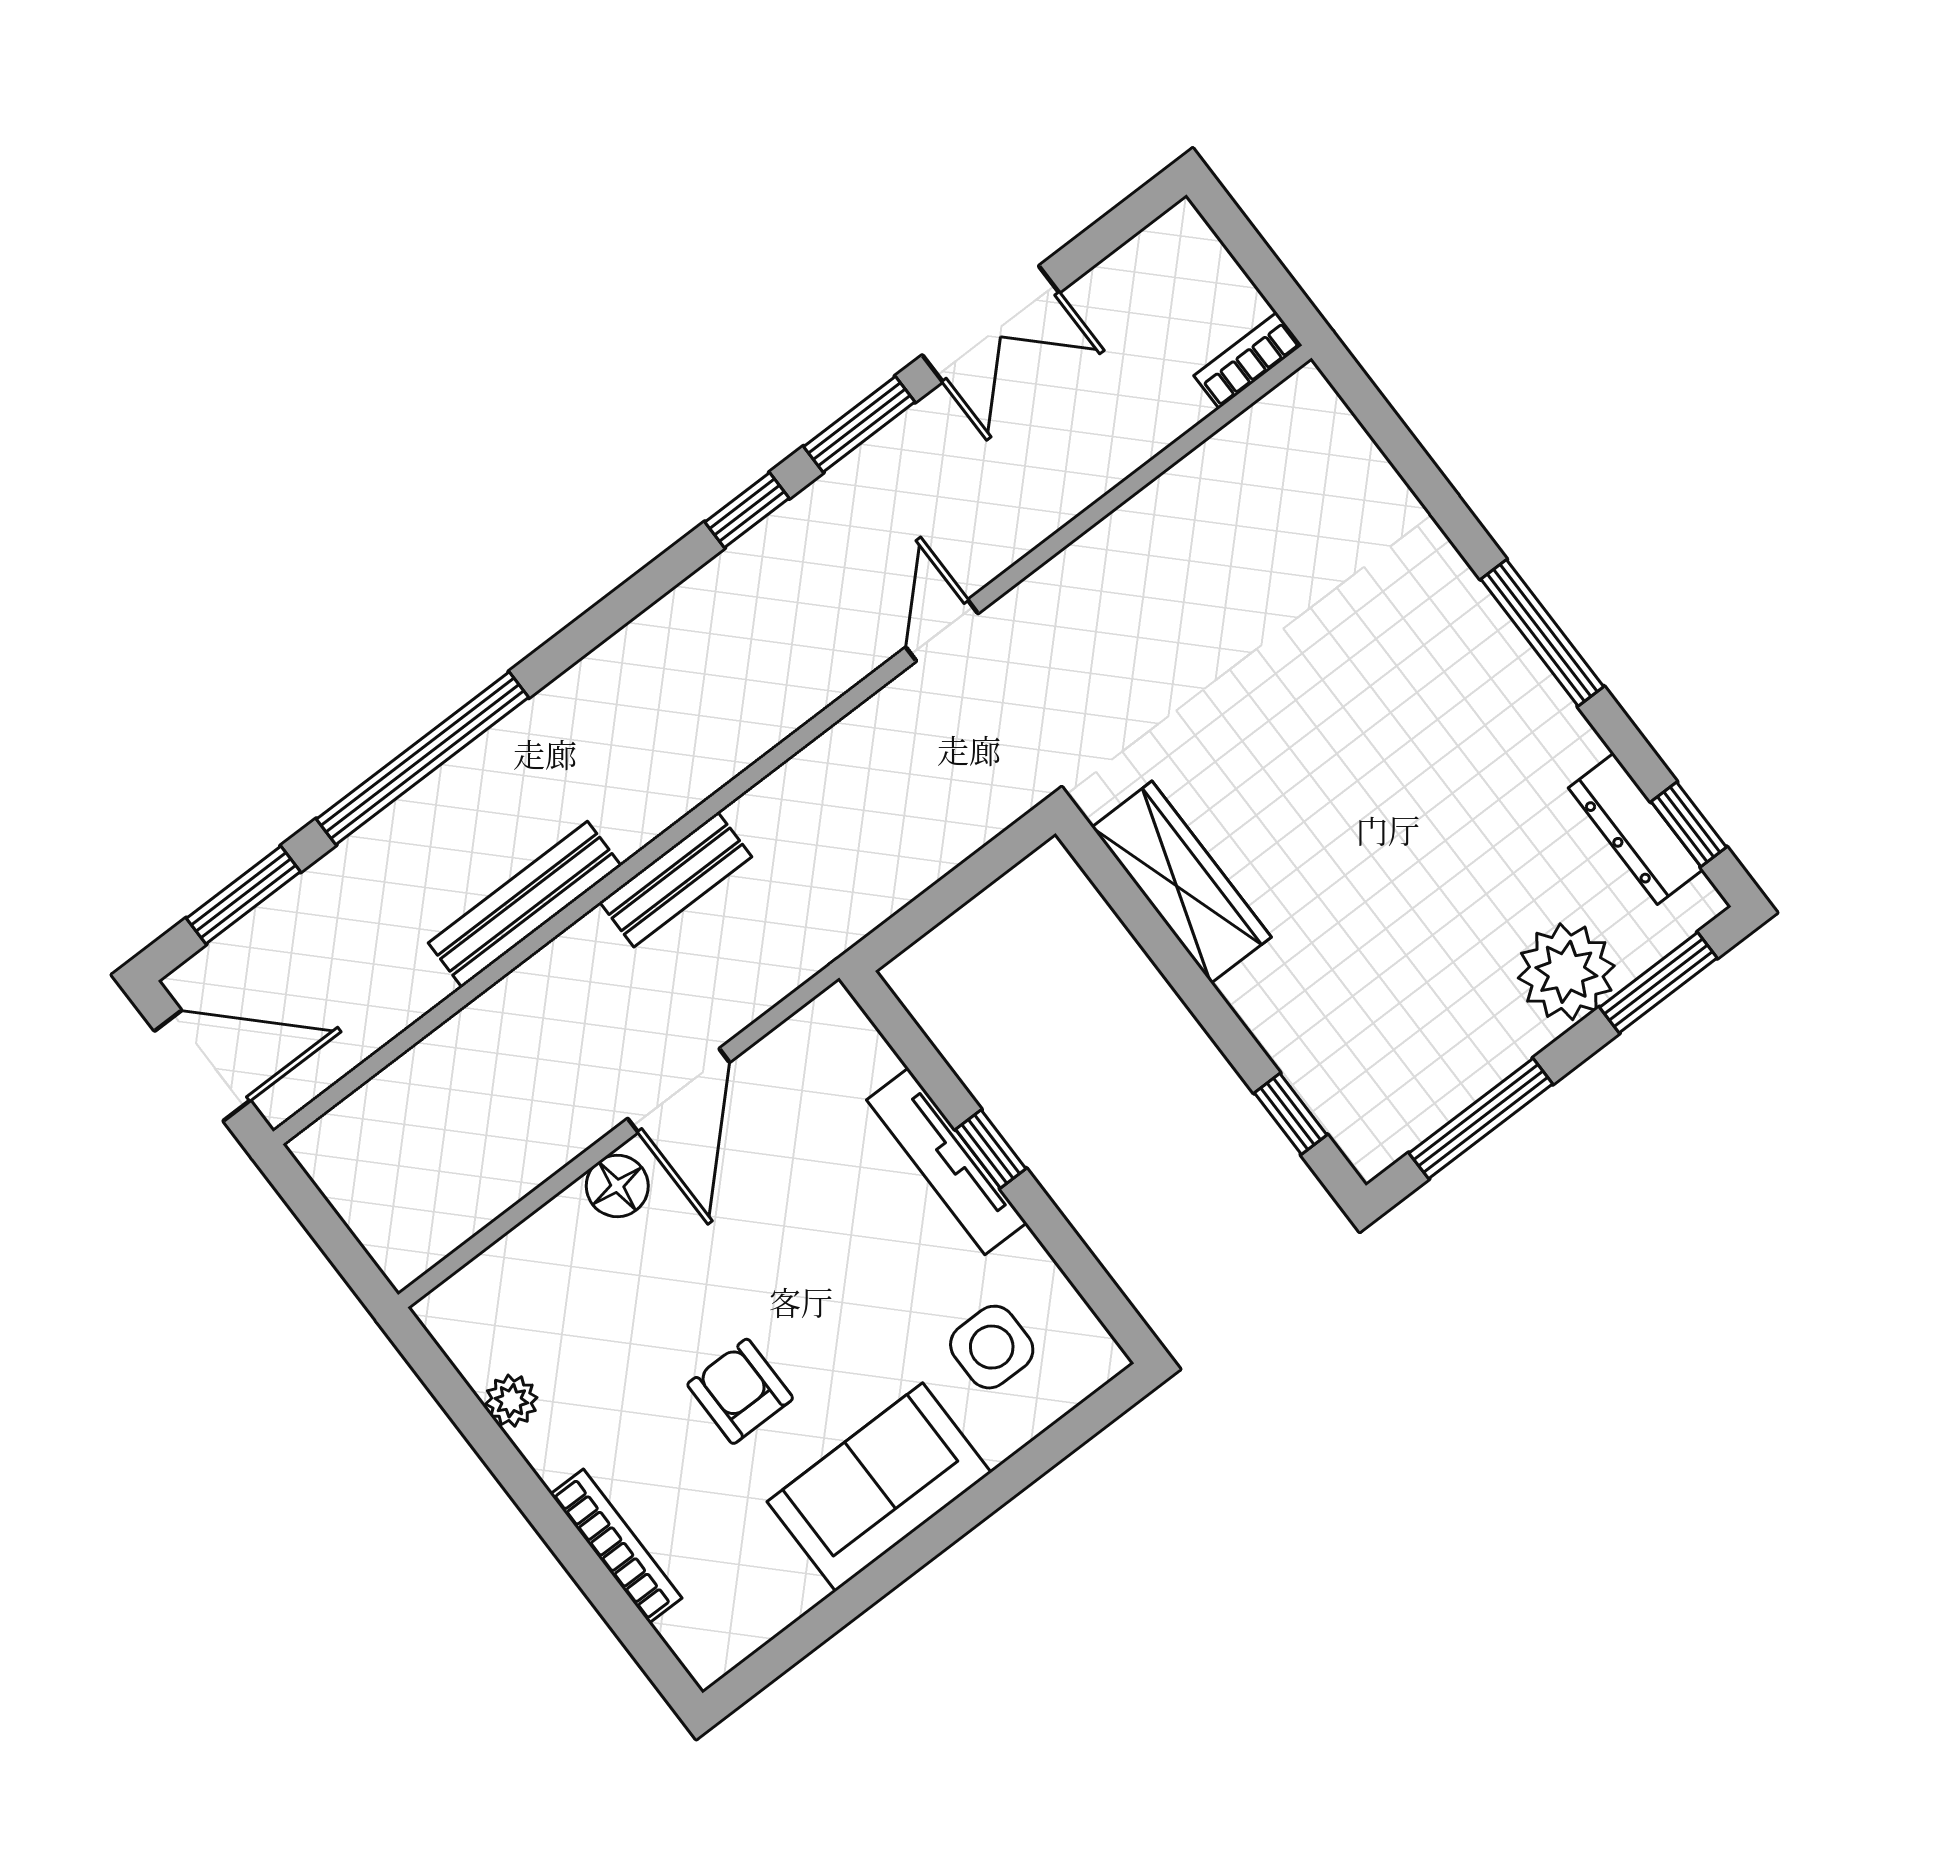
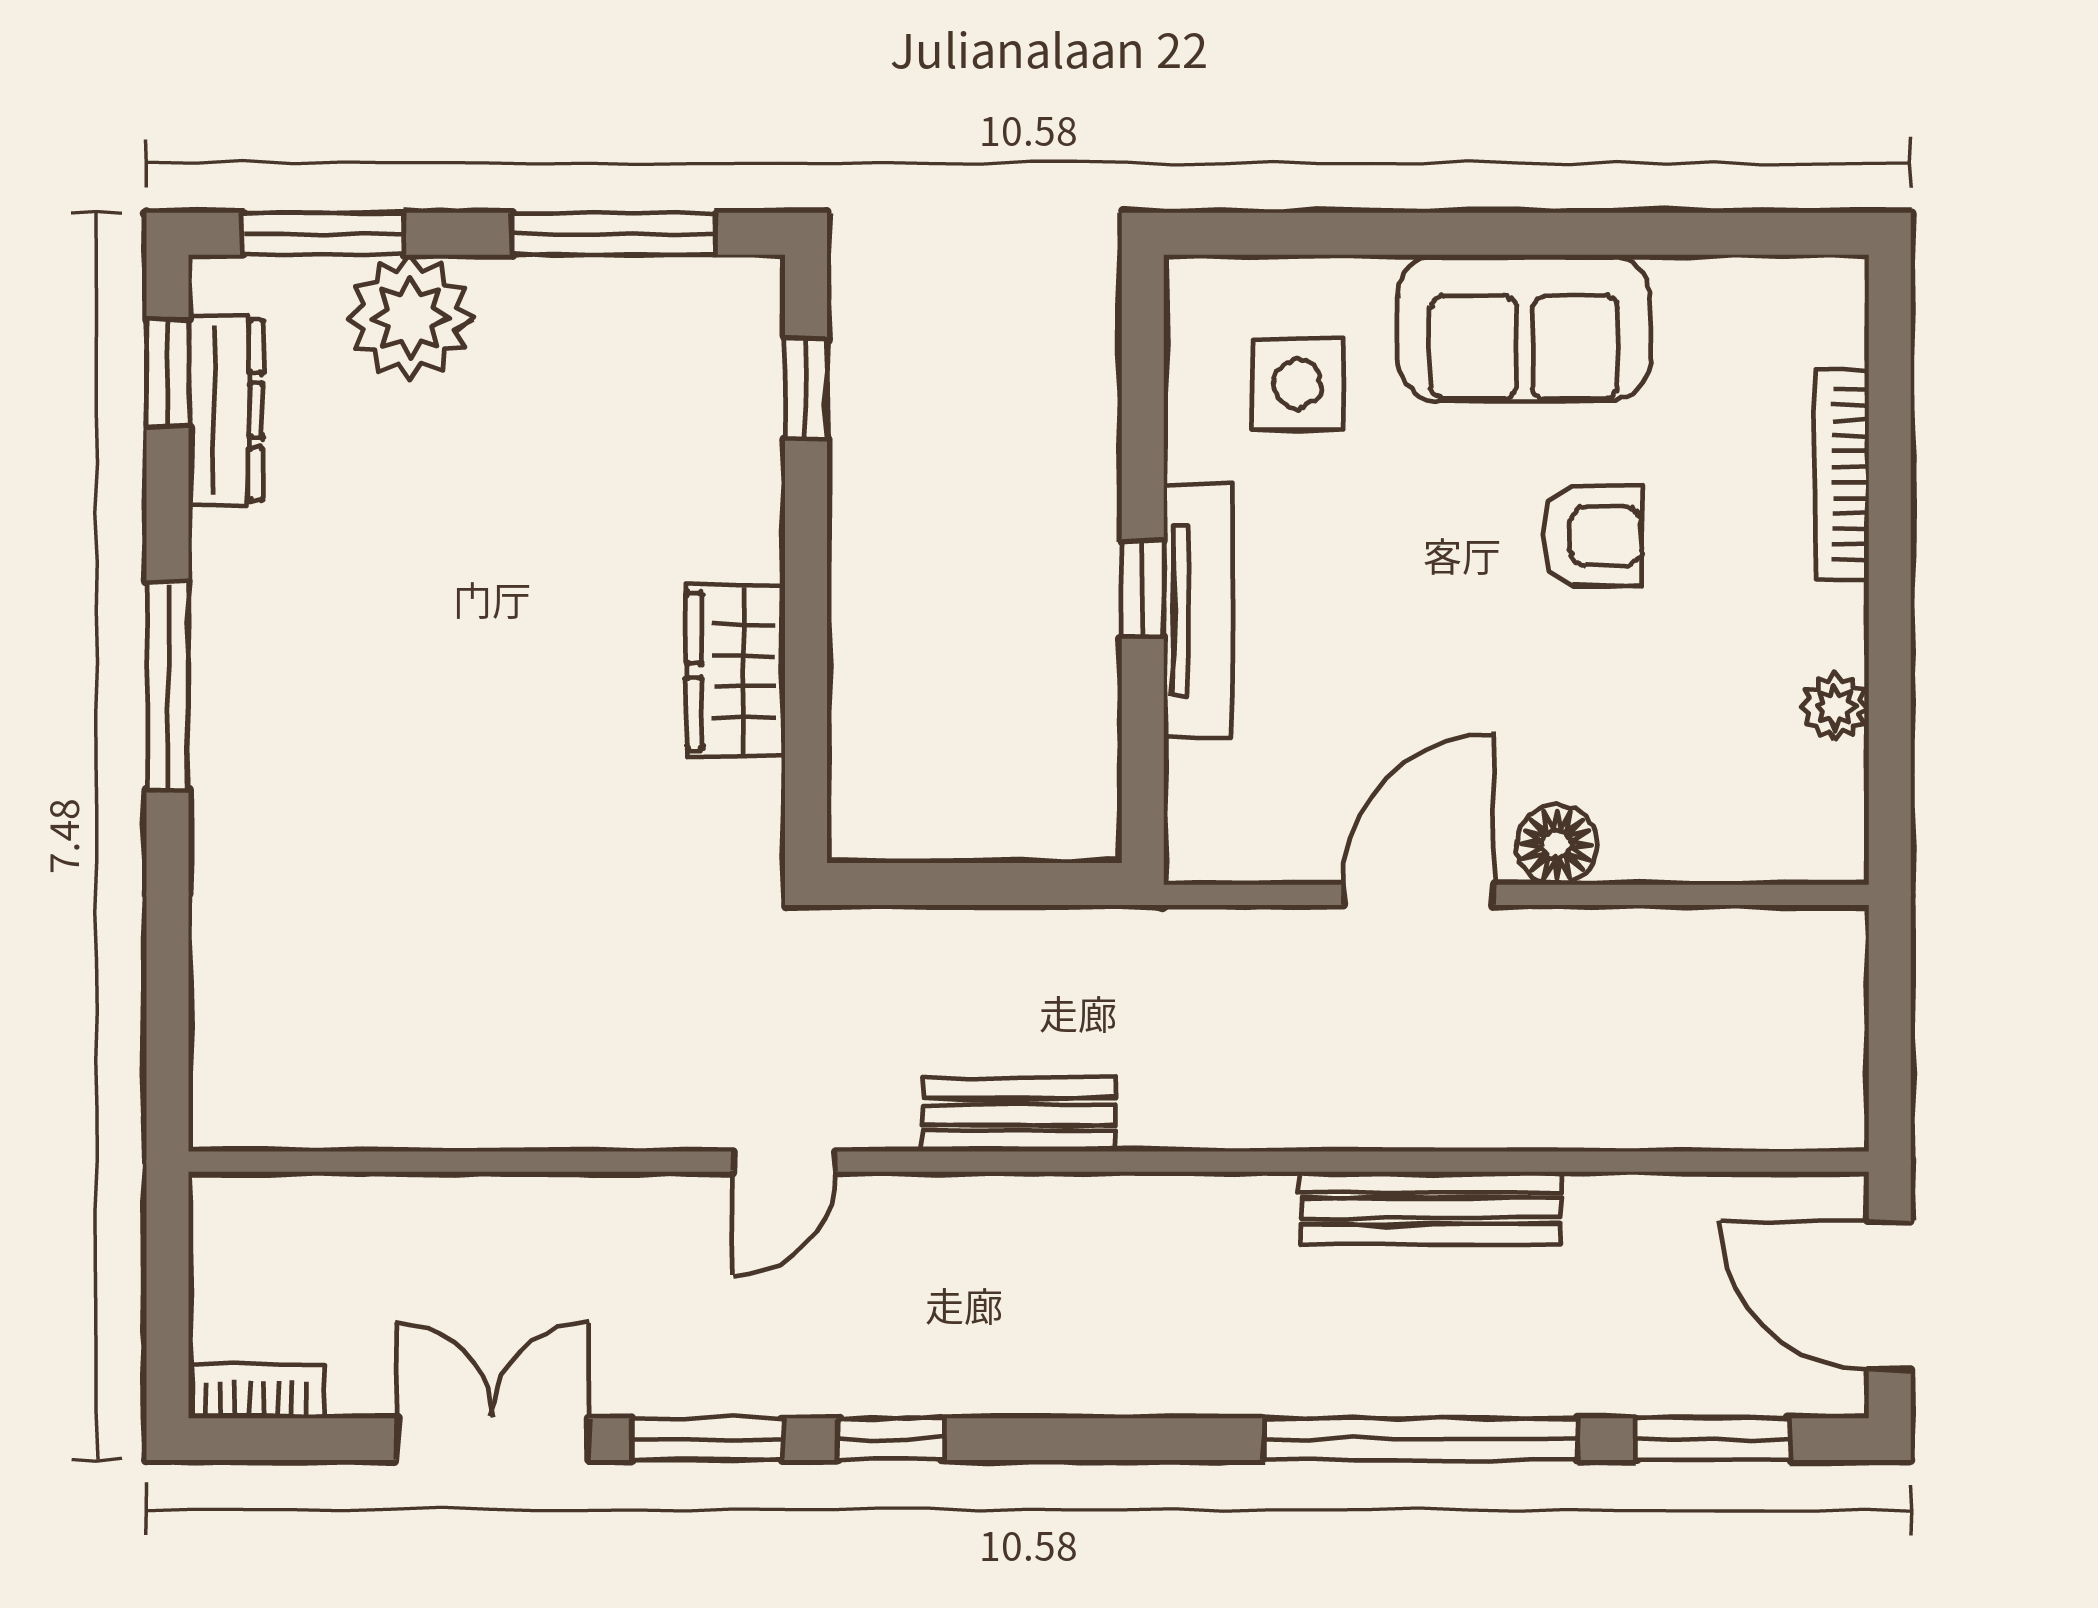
bookcase: (1248, 360) -> (256, 1391), moved, turned 180
bench: (676, 879) -> (1019, 1115), moved
wardrobe: (1181, 882) -> (736, 671), width x0.67
armchair: (740, 1391) -> (1592, 536), turned -90

